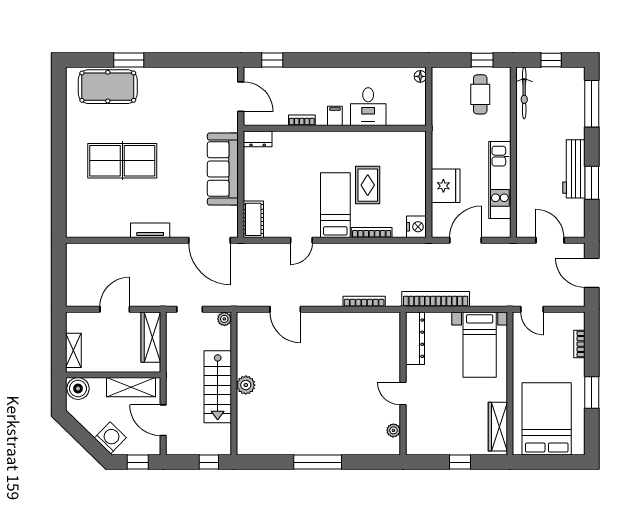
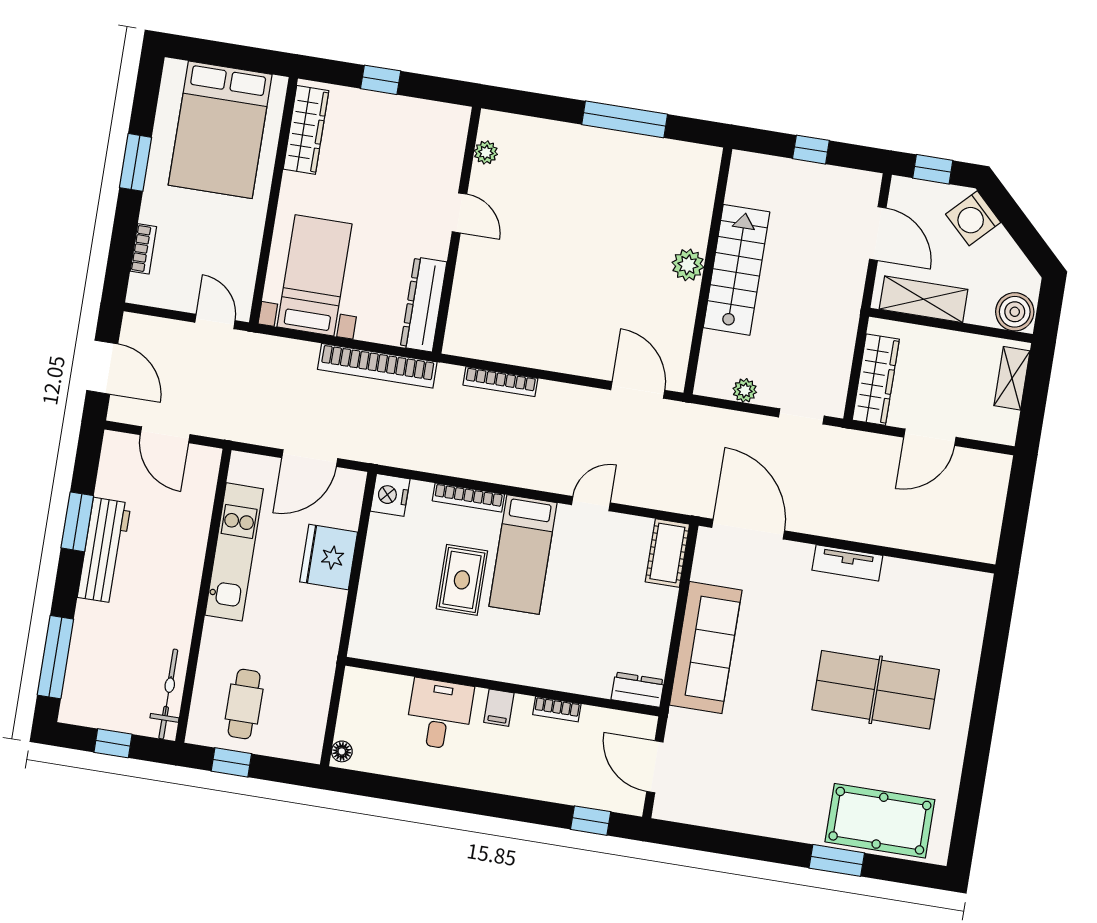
wall: (234, 384) -> (708, 271), moved
plant: (246, 385) -> (688, 265), moved
stairs: (218, 387) -> (737, 270), moved

